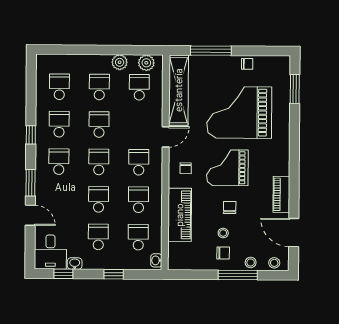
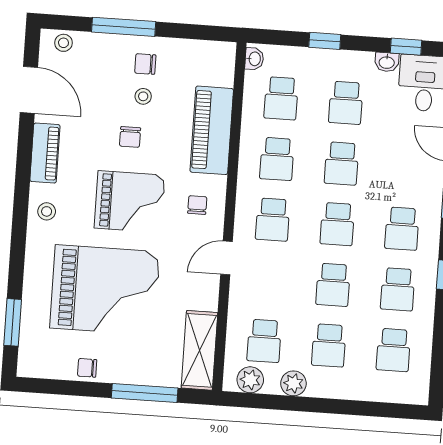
shelving: (179, 90) -> (199, 350), width x0.68
stool: (251, 262) -> (47, 211), moved

